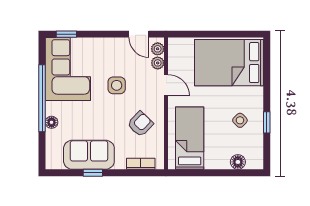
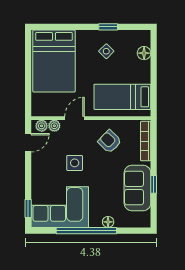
bookcase: (141, 164) -> (146, 141), width x1.56

